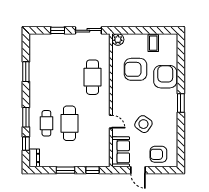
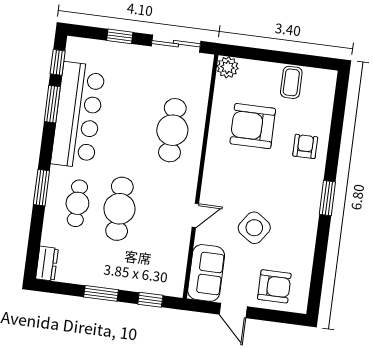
bar counter: (41, 76) -> (78, 115), added
armchair: (165, 77) -> (305, 146), width x0.53, depth x0.53
door: (111, 122) -> (195, 215), hinge flipped
window: (26, 144) -> (58, 62), moved
armchair: (158, 154) -> (274, 286), turned 180

